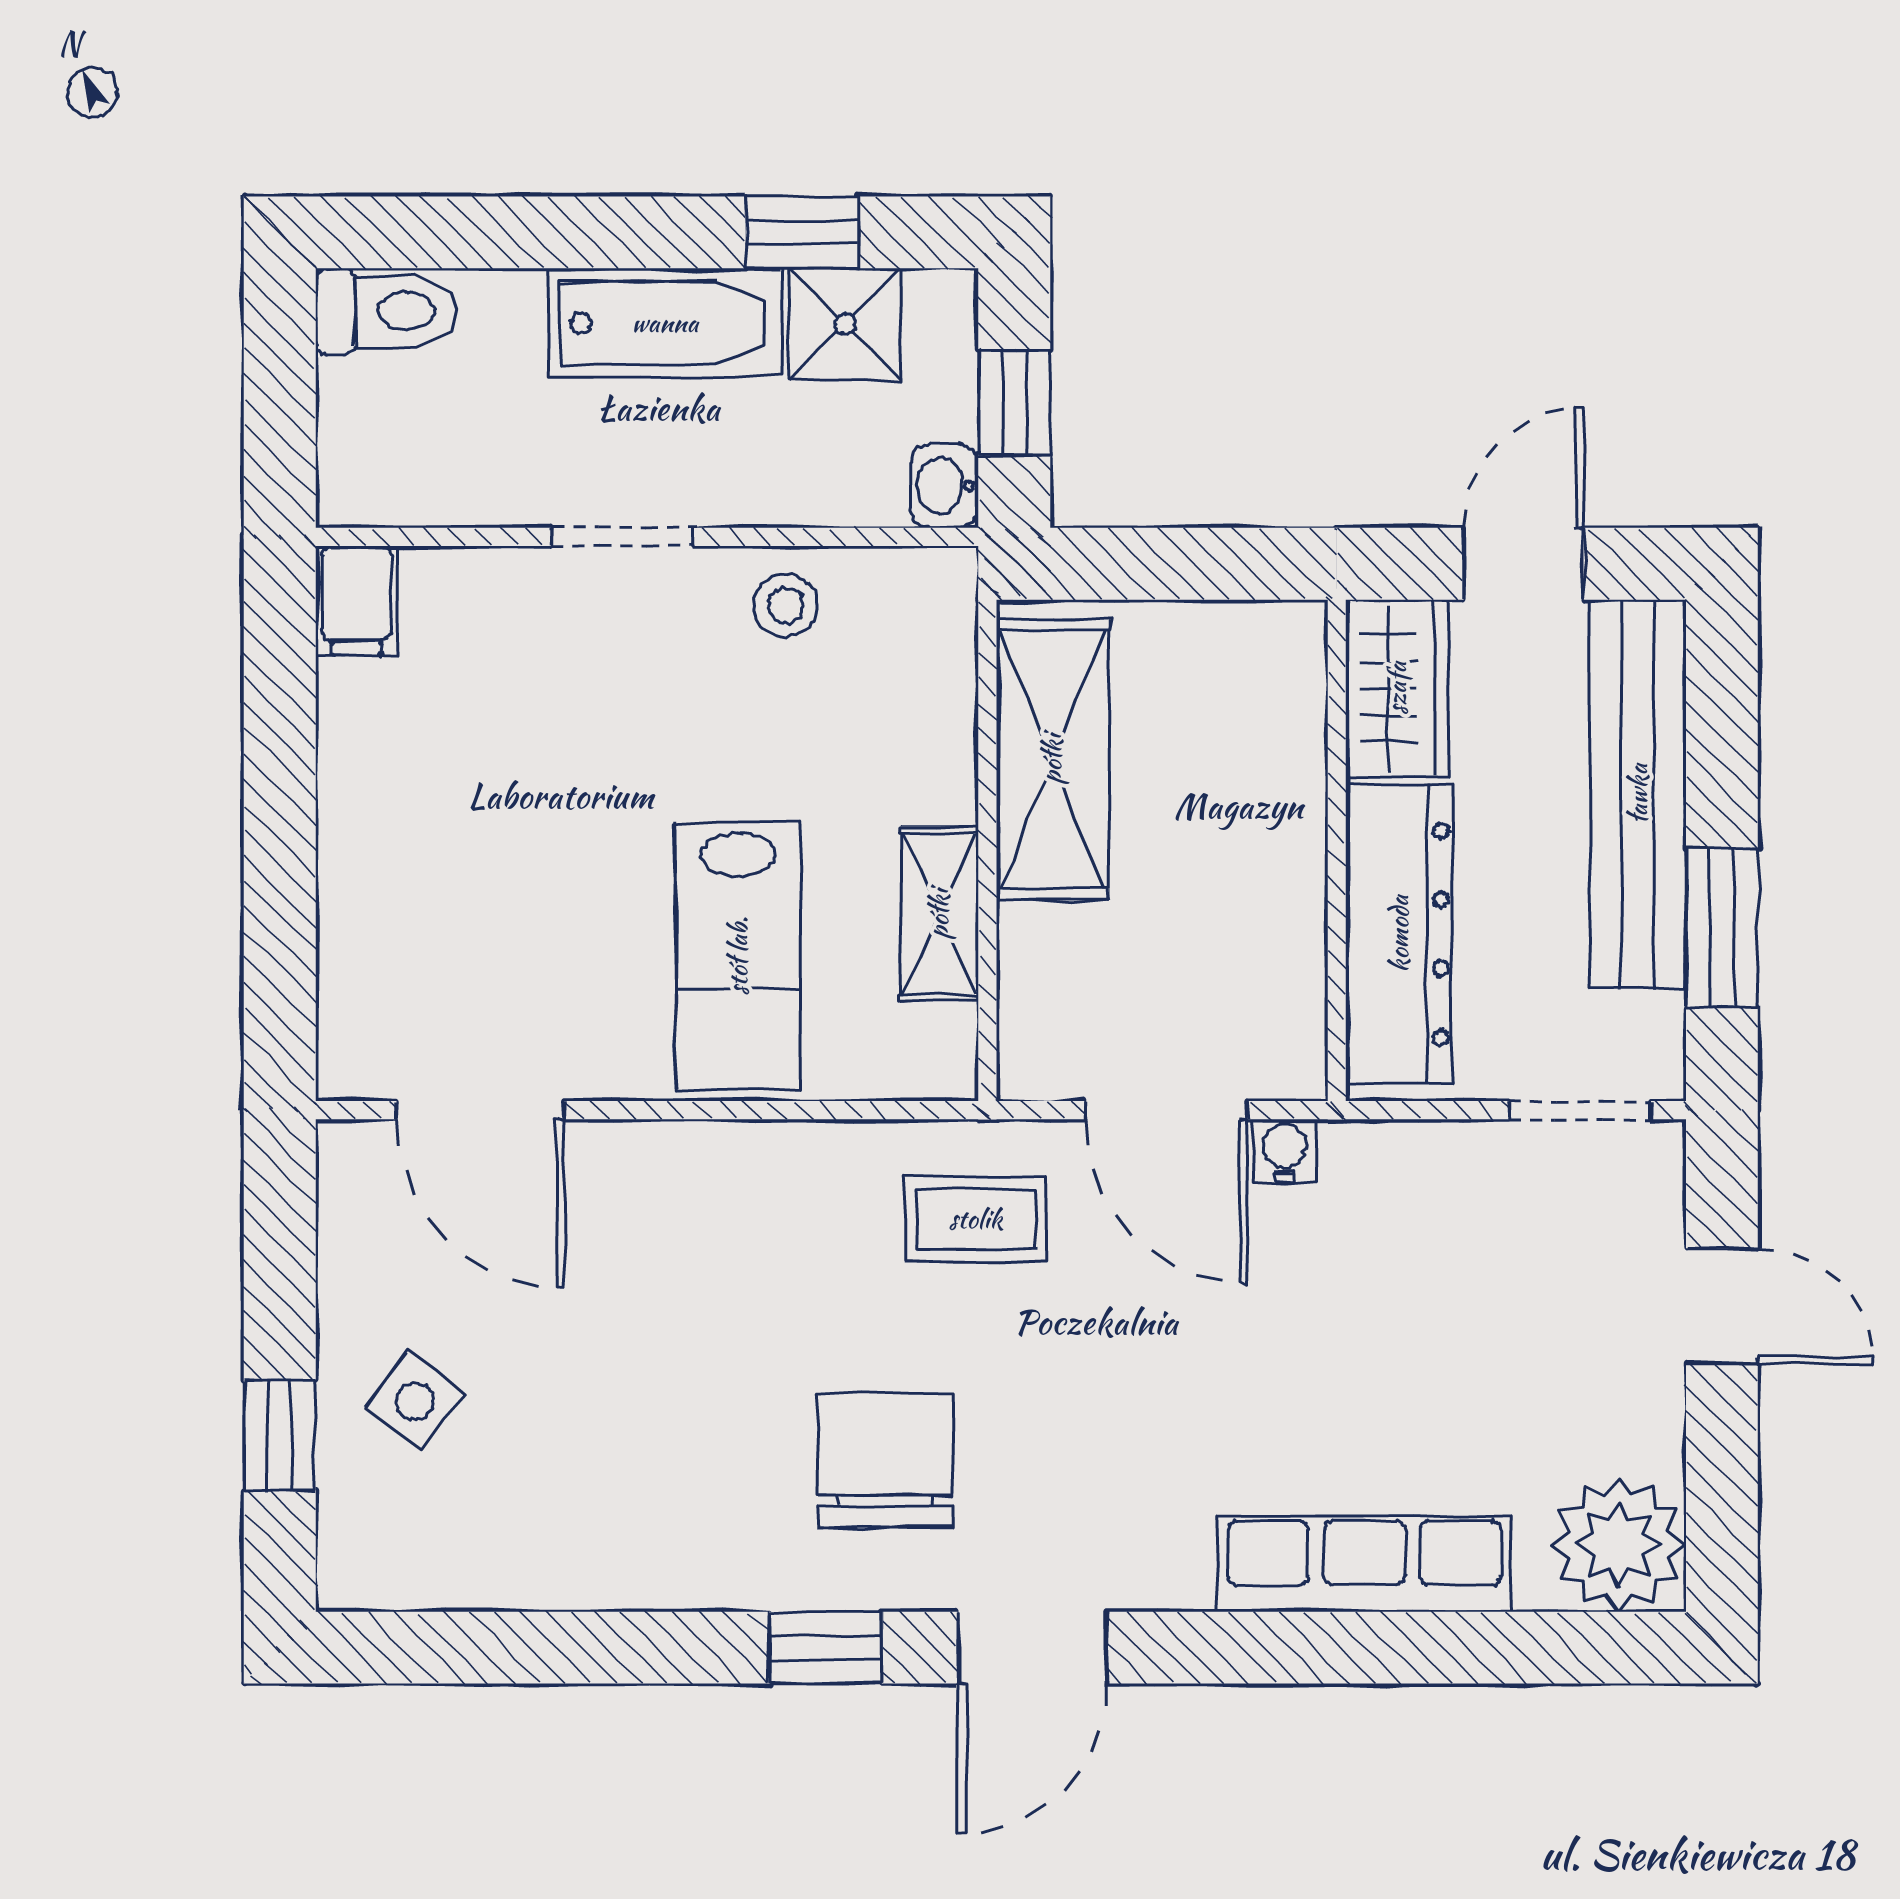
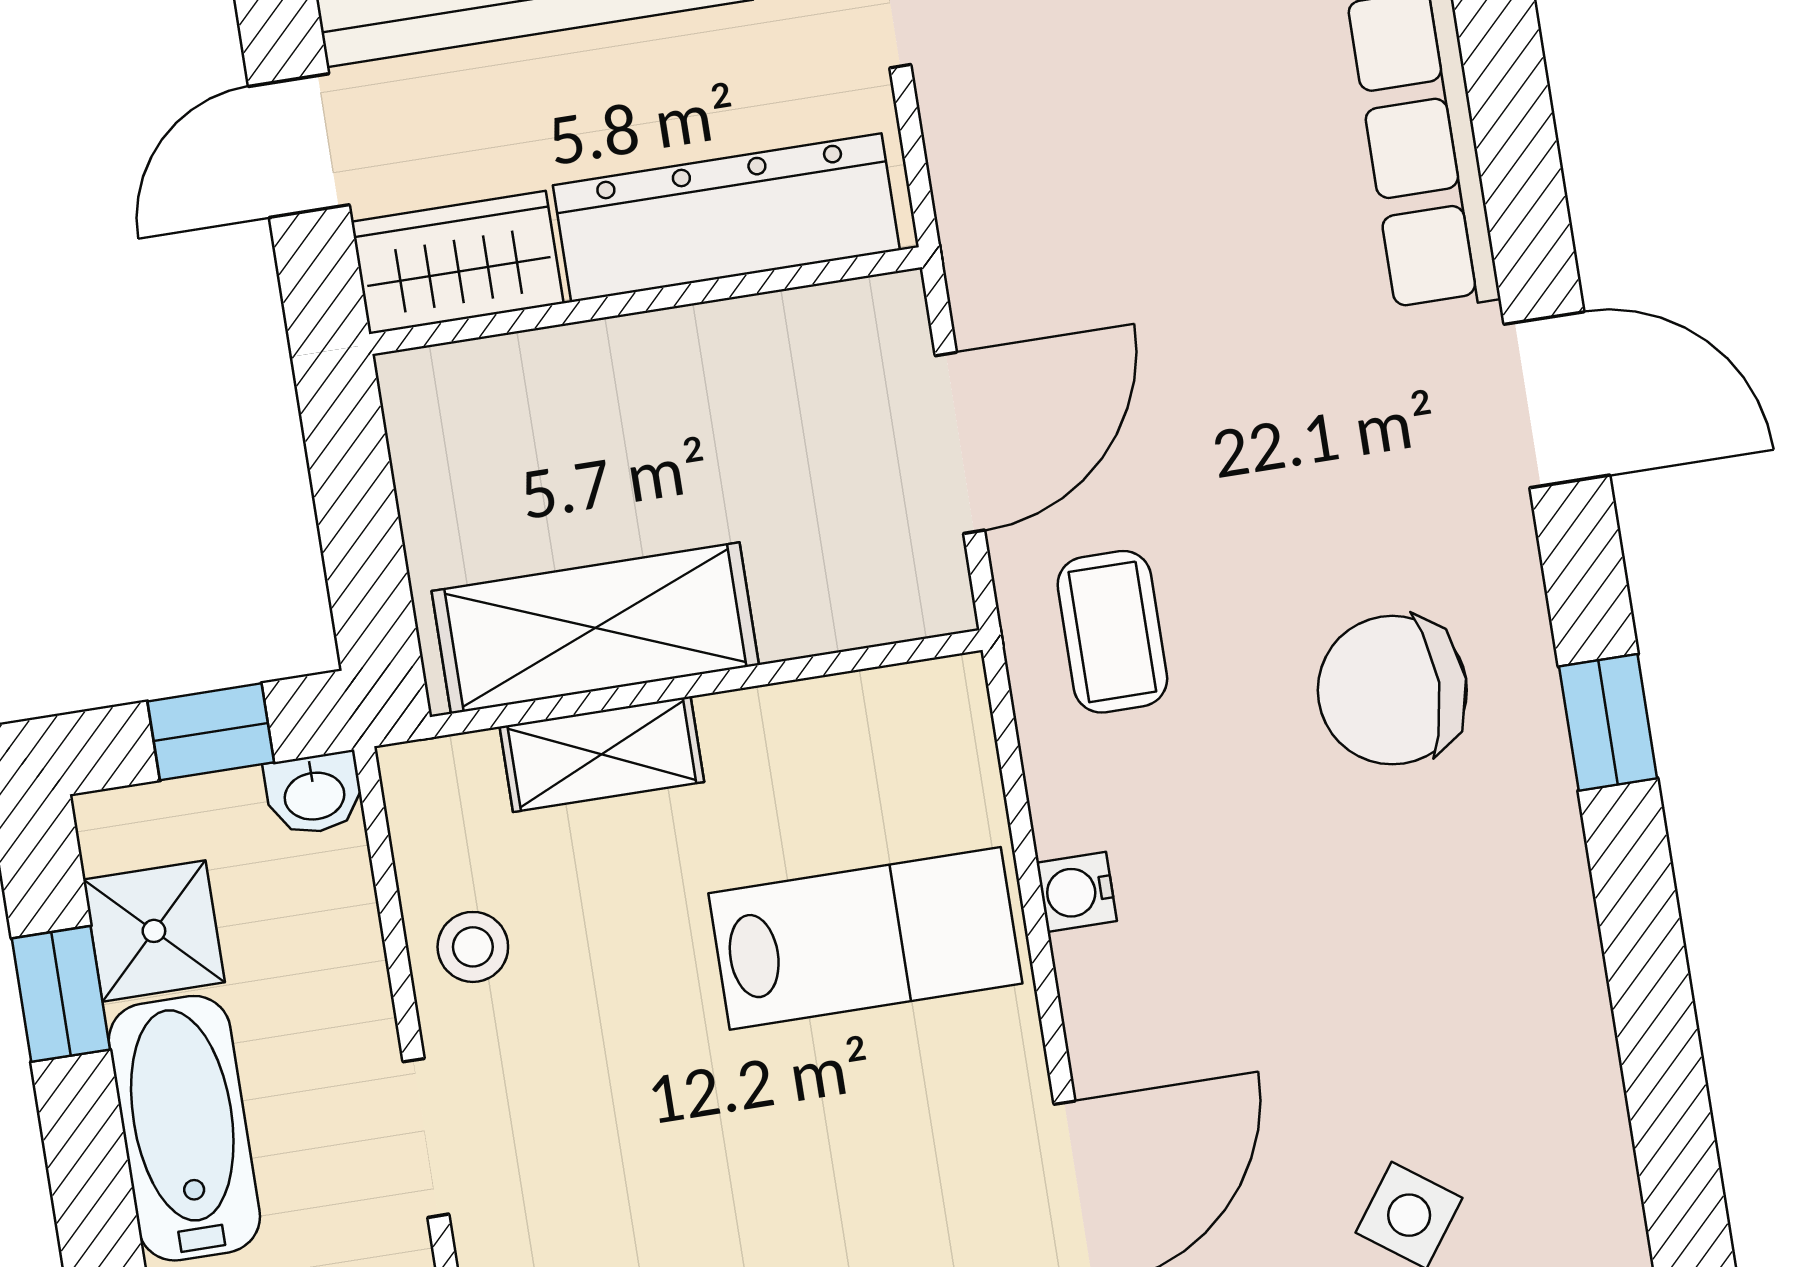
door: (1523, 564) -> (299, 146), hinge flipped
shelving: (939, 914) -> (602, 754), moved
water cooler: (1285, 1151) -> (1077, 892), moved
door: (1032, 1648) -> (1557, 400), moved

